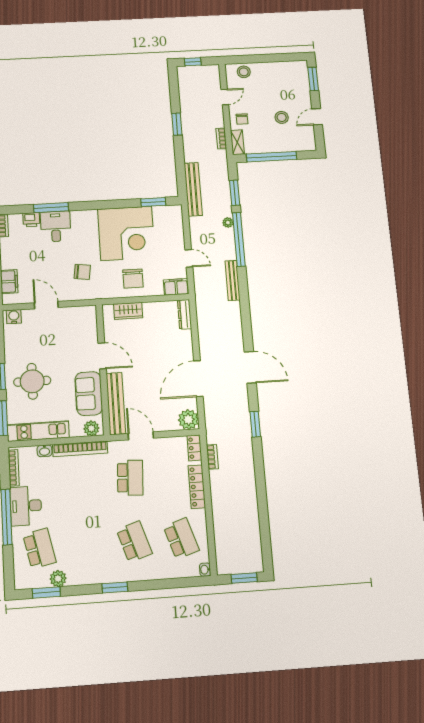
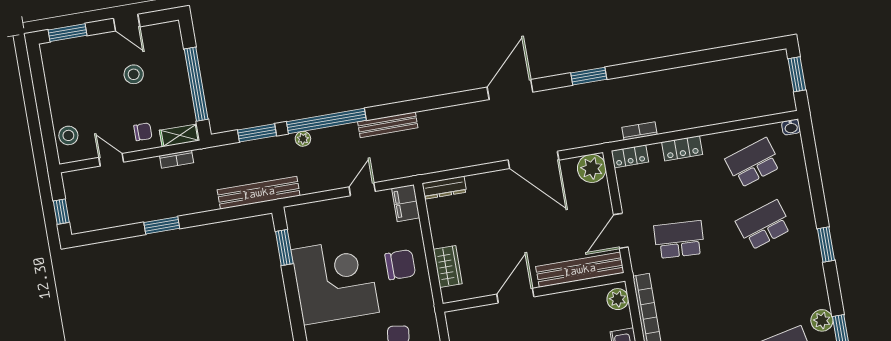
sofa: (89, 394) -> (570, 308), removed
locker: (197, 487) -> (682, 148), width x0.66

